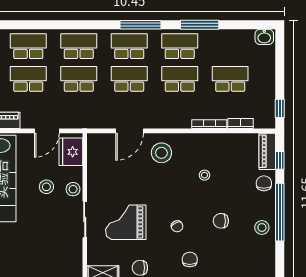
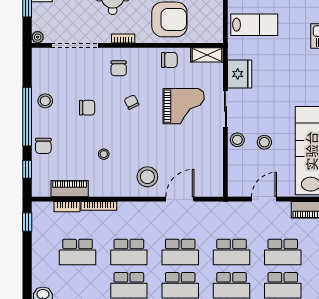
piano: (267, 151) -> (70, 189), moved, turned -90
fridge: (71, 152) -> (240, 74), moved

